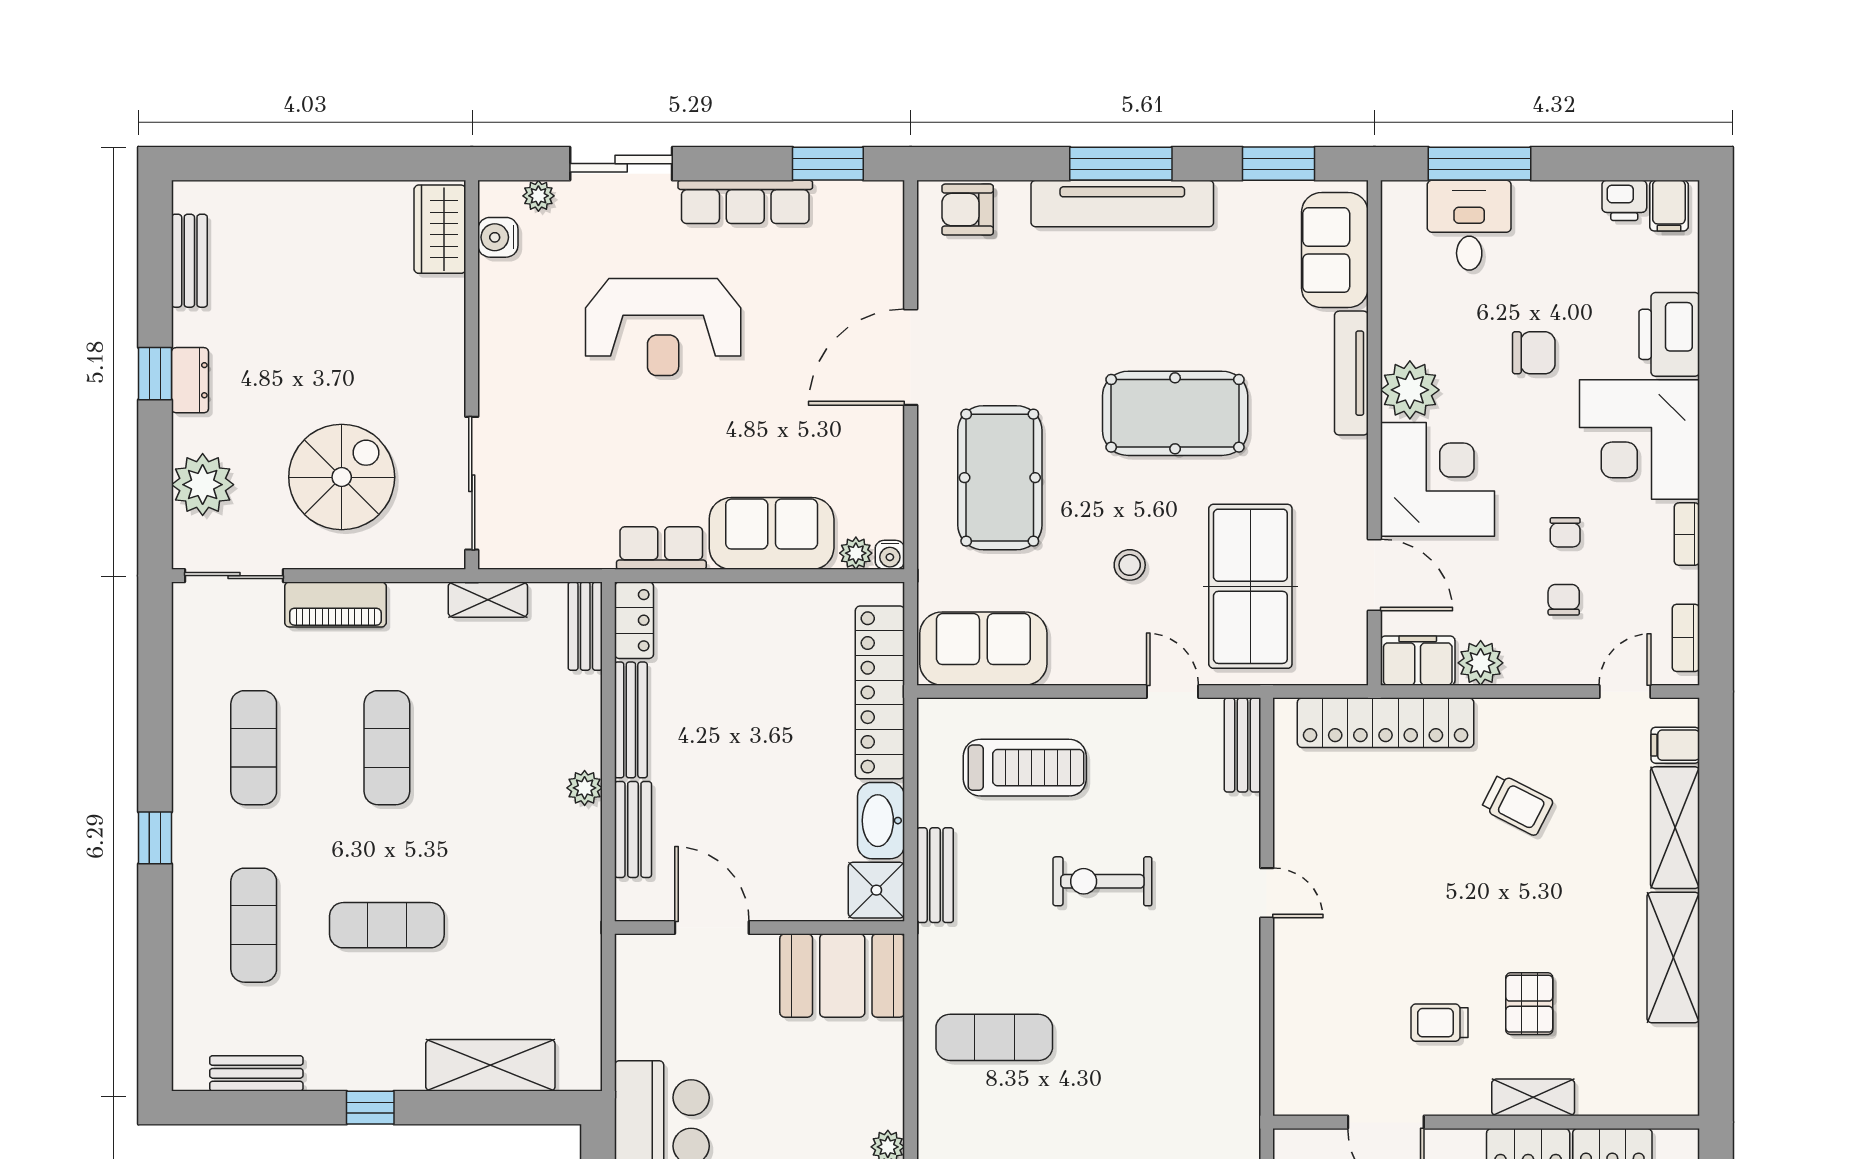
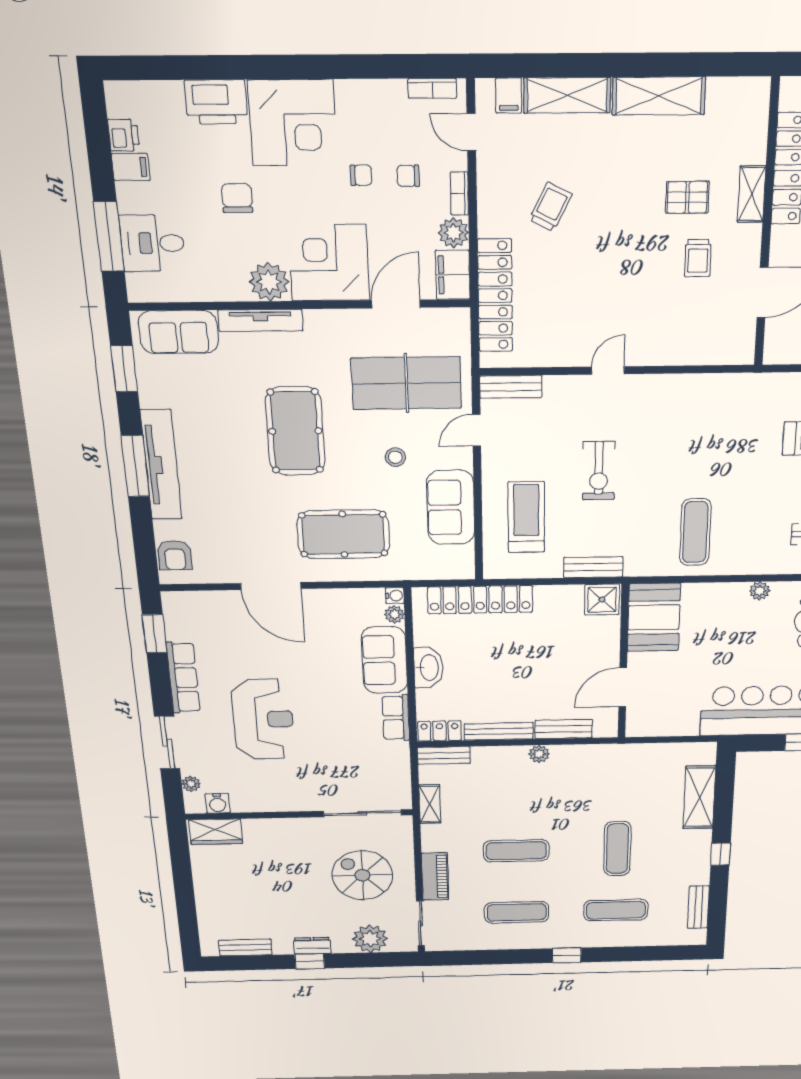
filing cabinet: (1669, 206) -> (131, 167), moved
bookcase: (1687, 534) -> (459, 194), moved, turned 90
sofa: (983, 649) -> (451, 507), moved
washbasin: (881, 821) -> (428, 668), moved, turned -90

